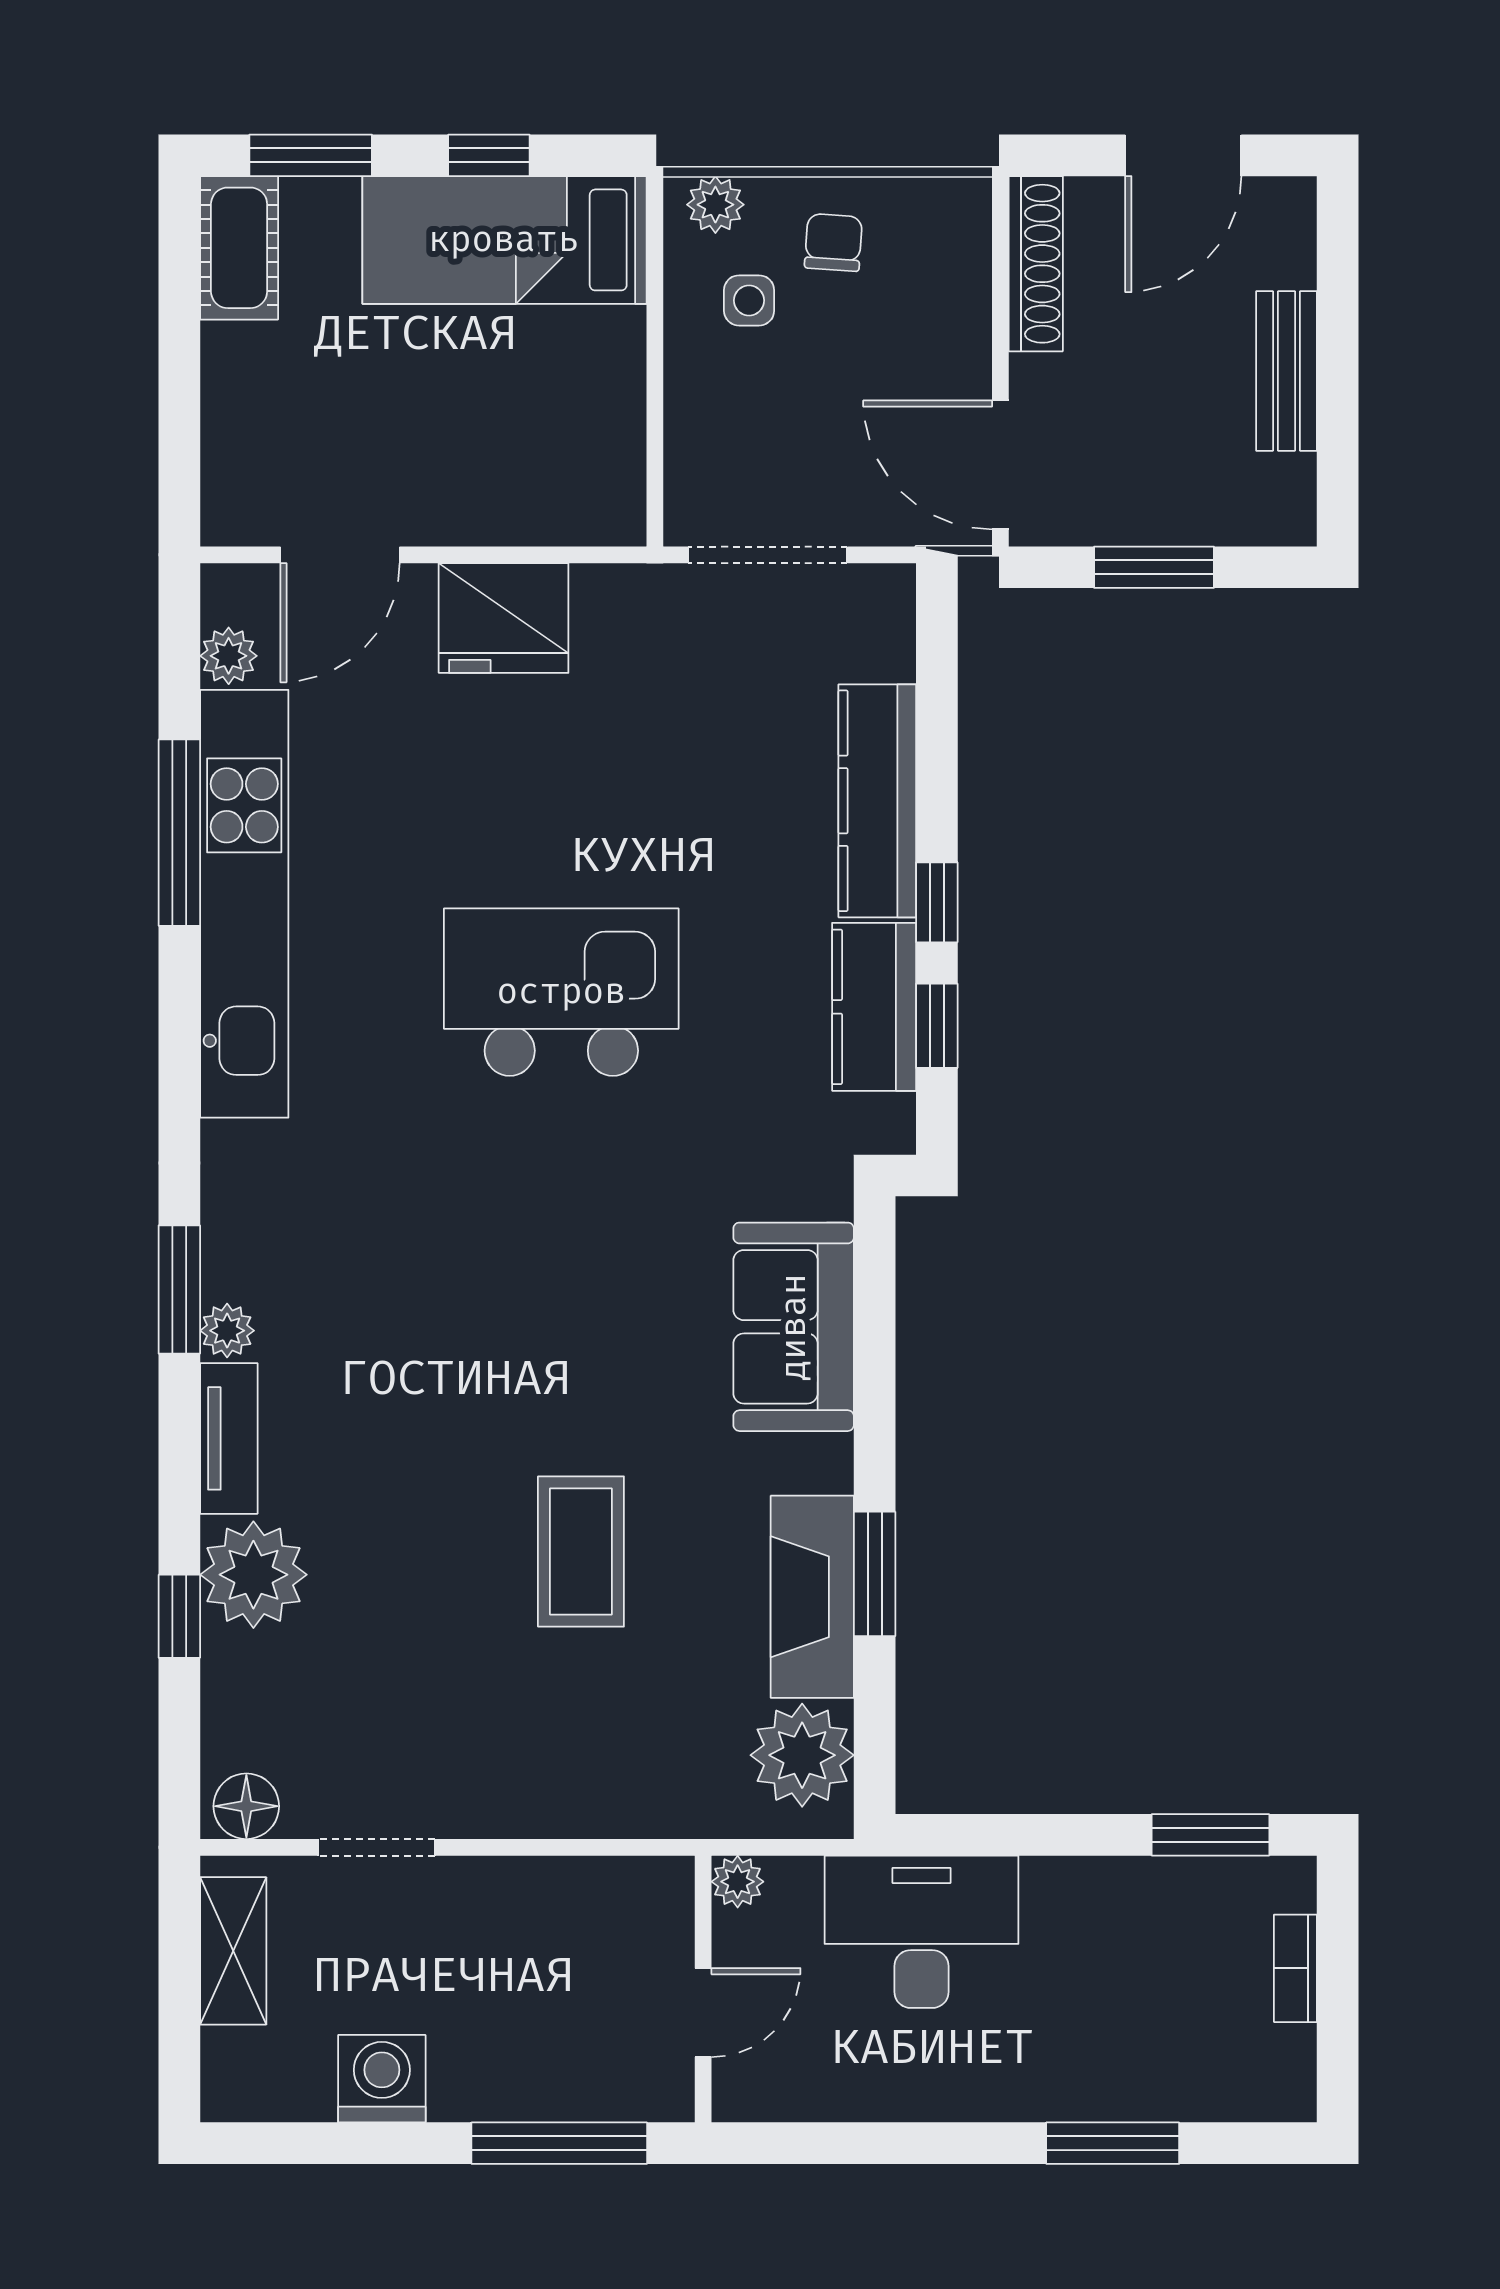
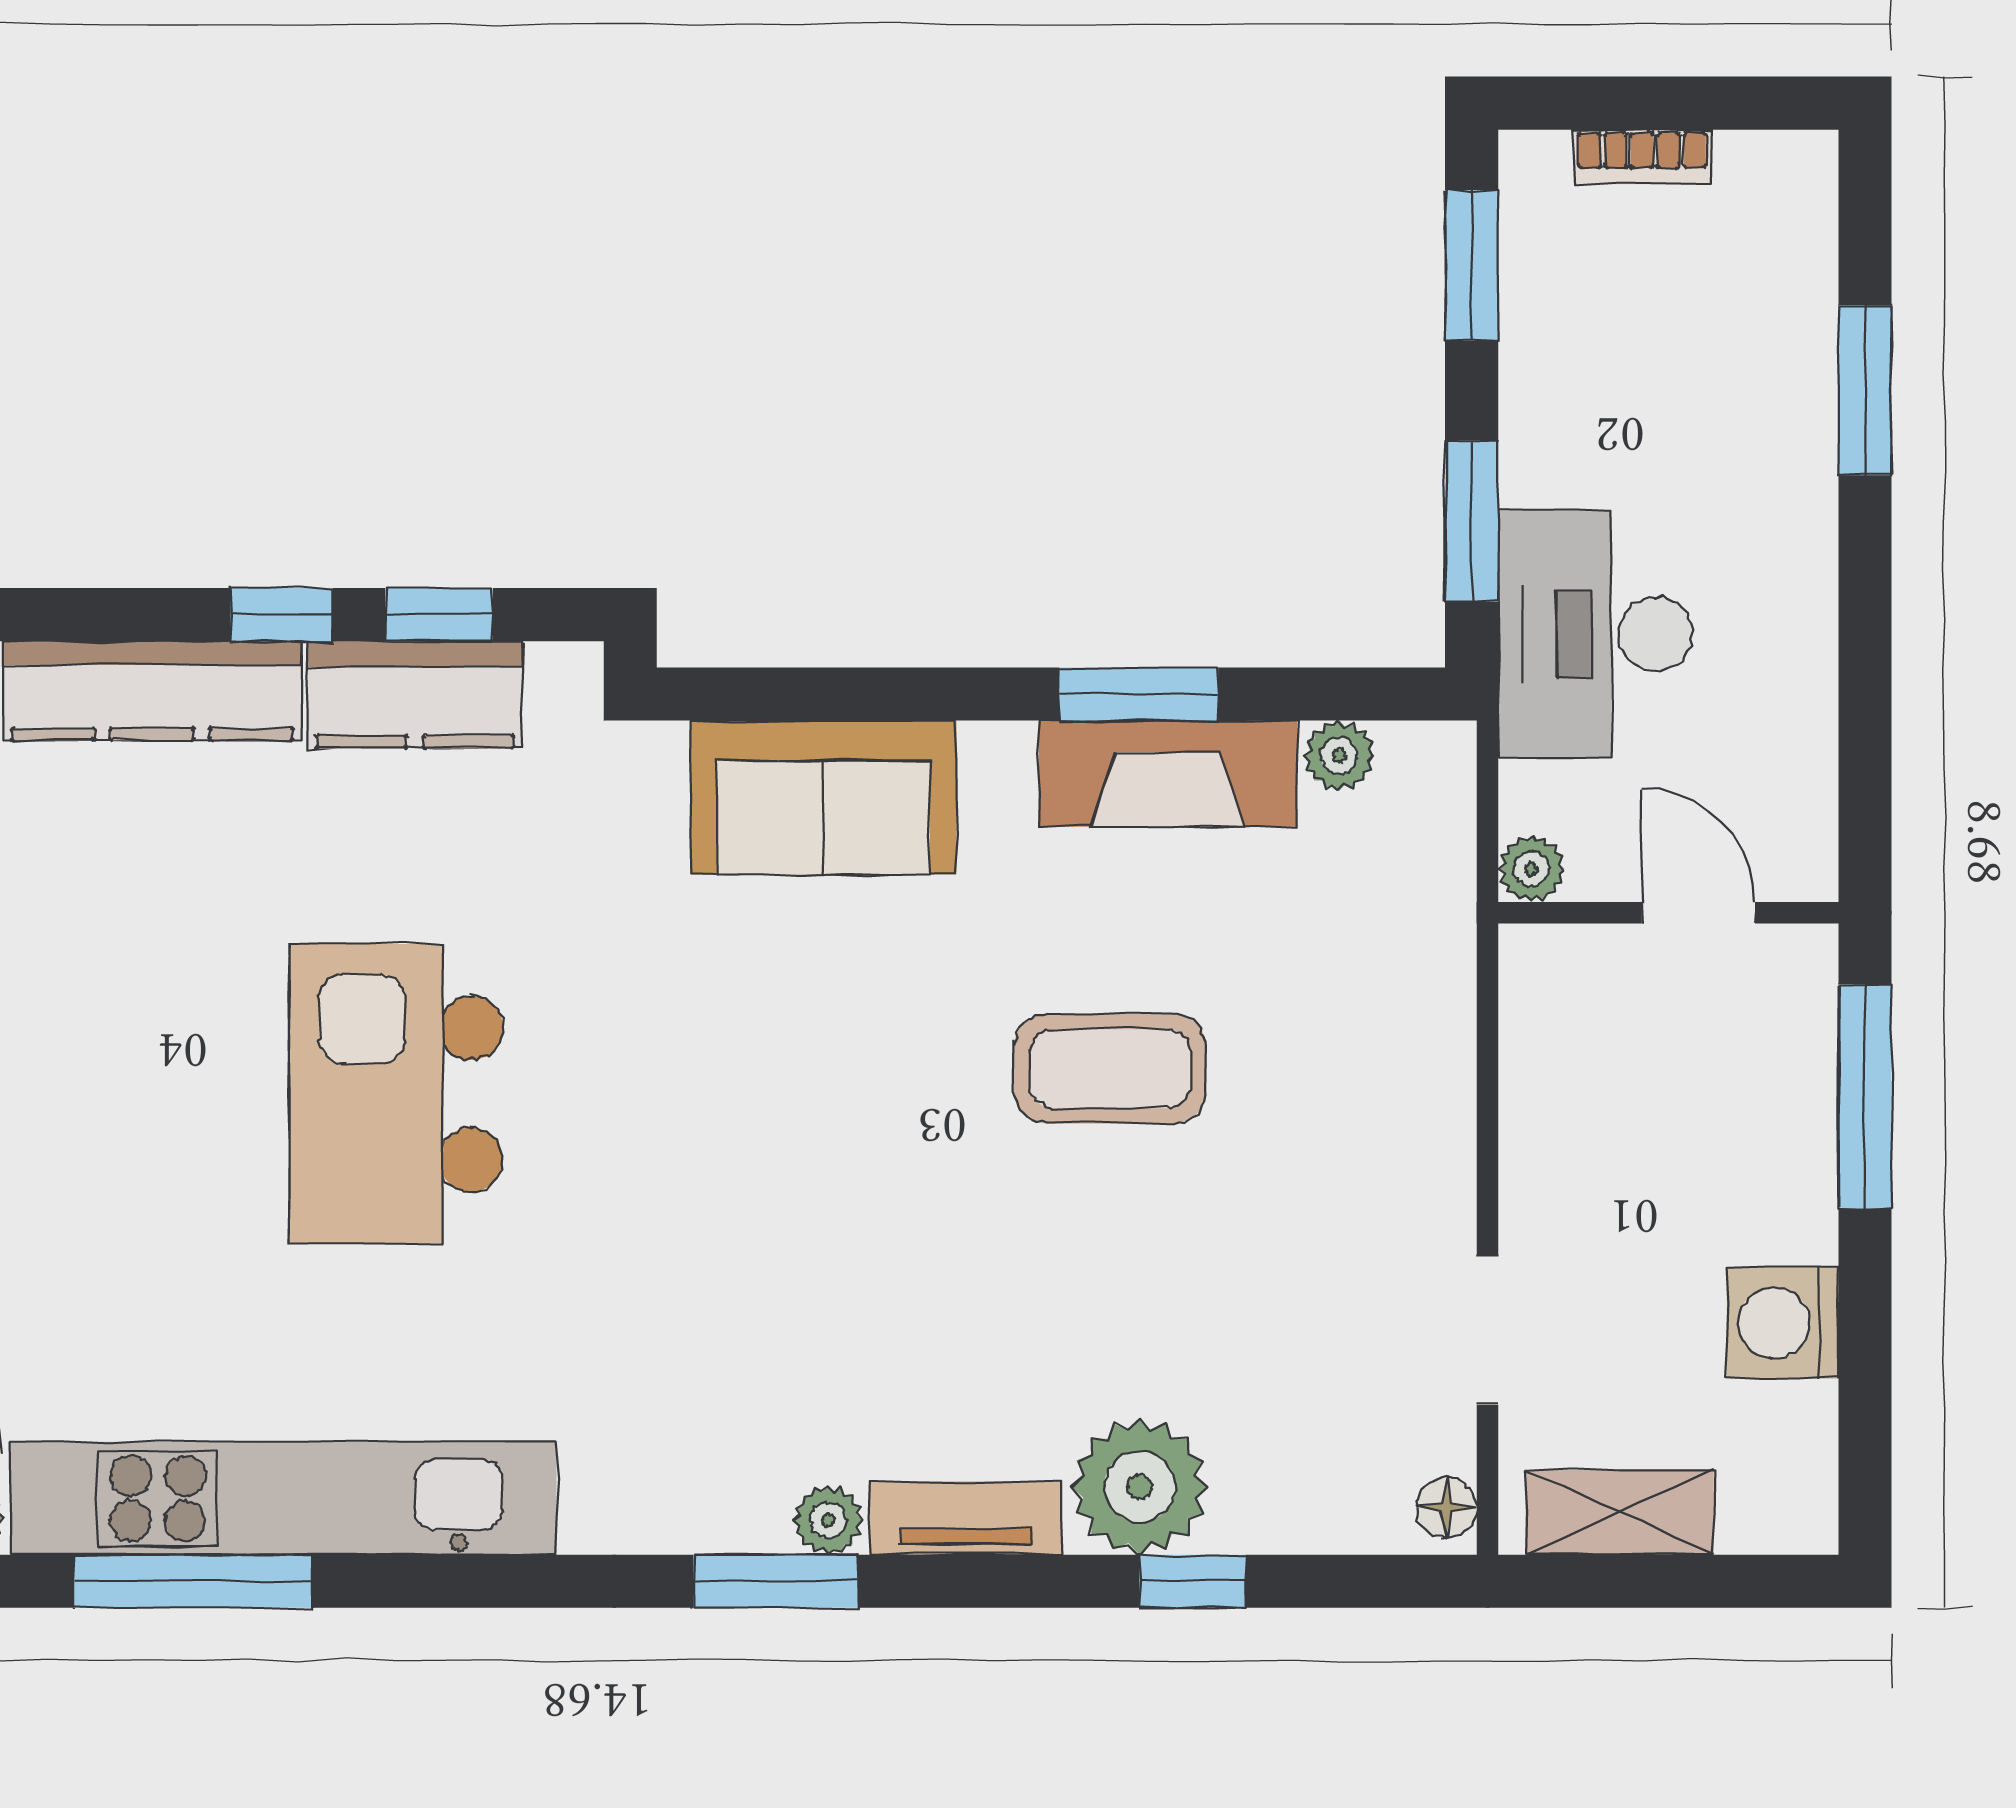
plant: (802, 1755) -> (1339, 756), width x0.53, depth x0.53
floor lamp: (246, 1806) -> (1446, 1507), width x0.73, depth x0.73
window: (1010, 1835) -> (1472, 521), added

